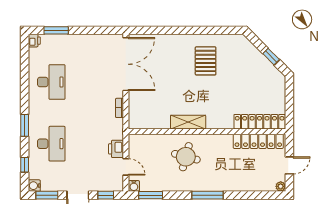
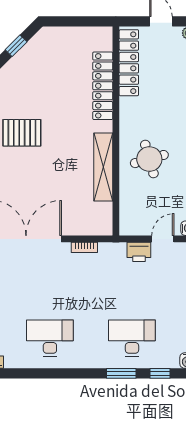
shelving: (188, 122) -> (103, 167), width x1.47
locker: (260, 122) -> (103, 86), moved
window: (25, 125) -> (121, 373), moved
round table: (186, 157) -> (149, 159), turned -31

